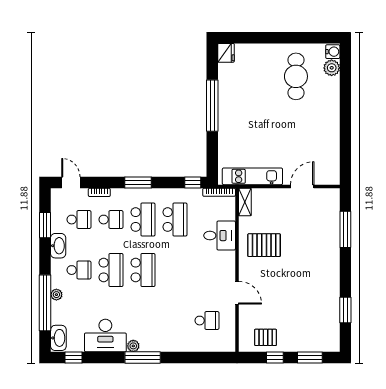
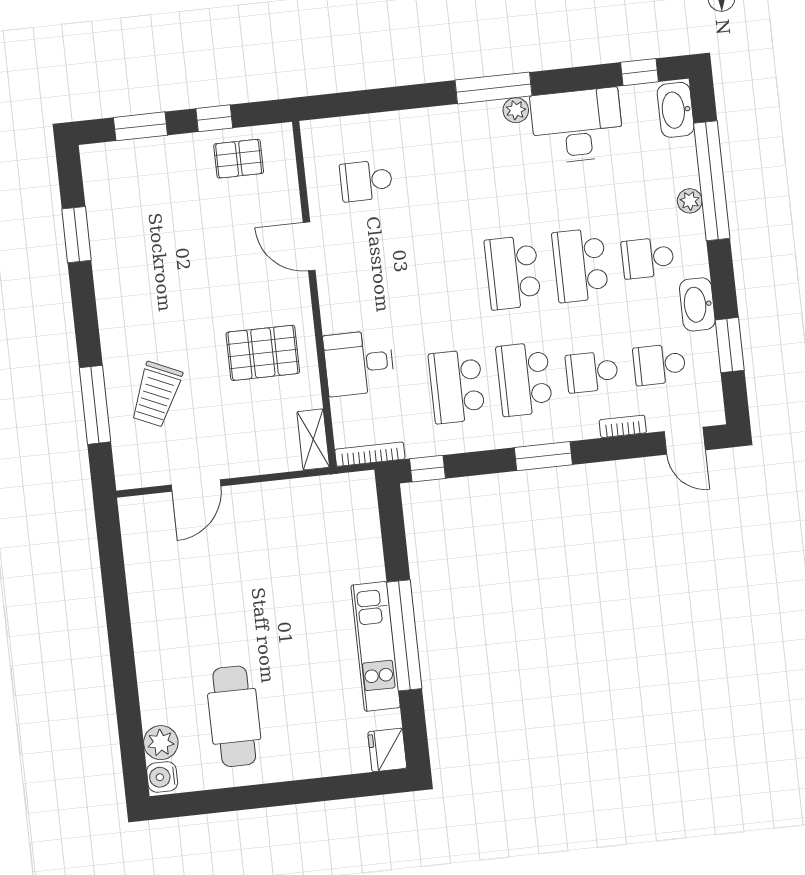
kitchen unit: (252, 176) -> (376, 646), moved, turned 90
trolley: (316, 231) -> (156, 394), added

